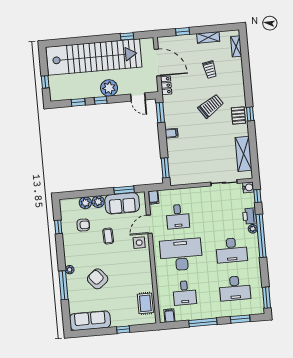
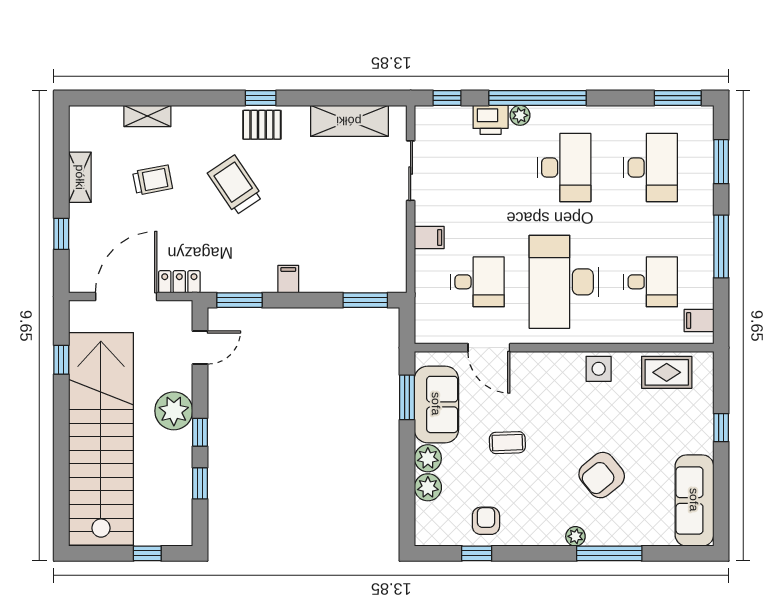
shelving: (236, 46) -> (147, 116), moved
water cooler: (248, 187) -> (426, 117), removed
filing cabinet: (153, 197) -> (429, 237), moved
armchair: (83, 225) -> (486, 521), moved
side table: (139, 243) -> (599, 369), moved

